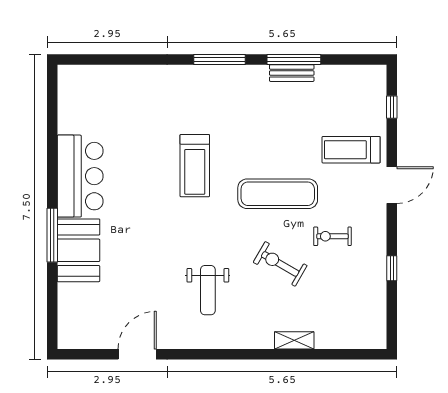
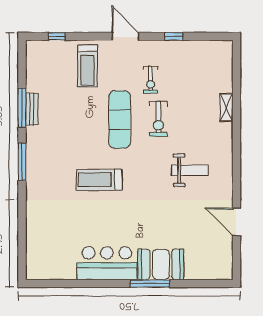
treadmill: (195, 166) -> (99, 180), turned 180
door: (392, 185) -> (125, 36), moved
exercise bike: (280, 264) -> (158, 119), moved, turned -30

